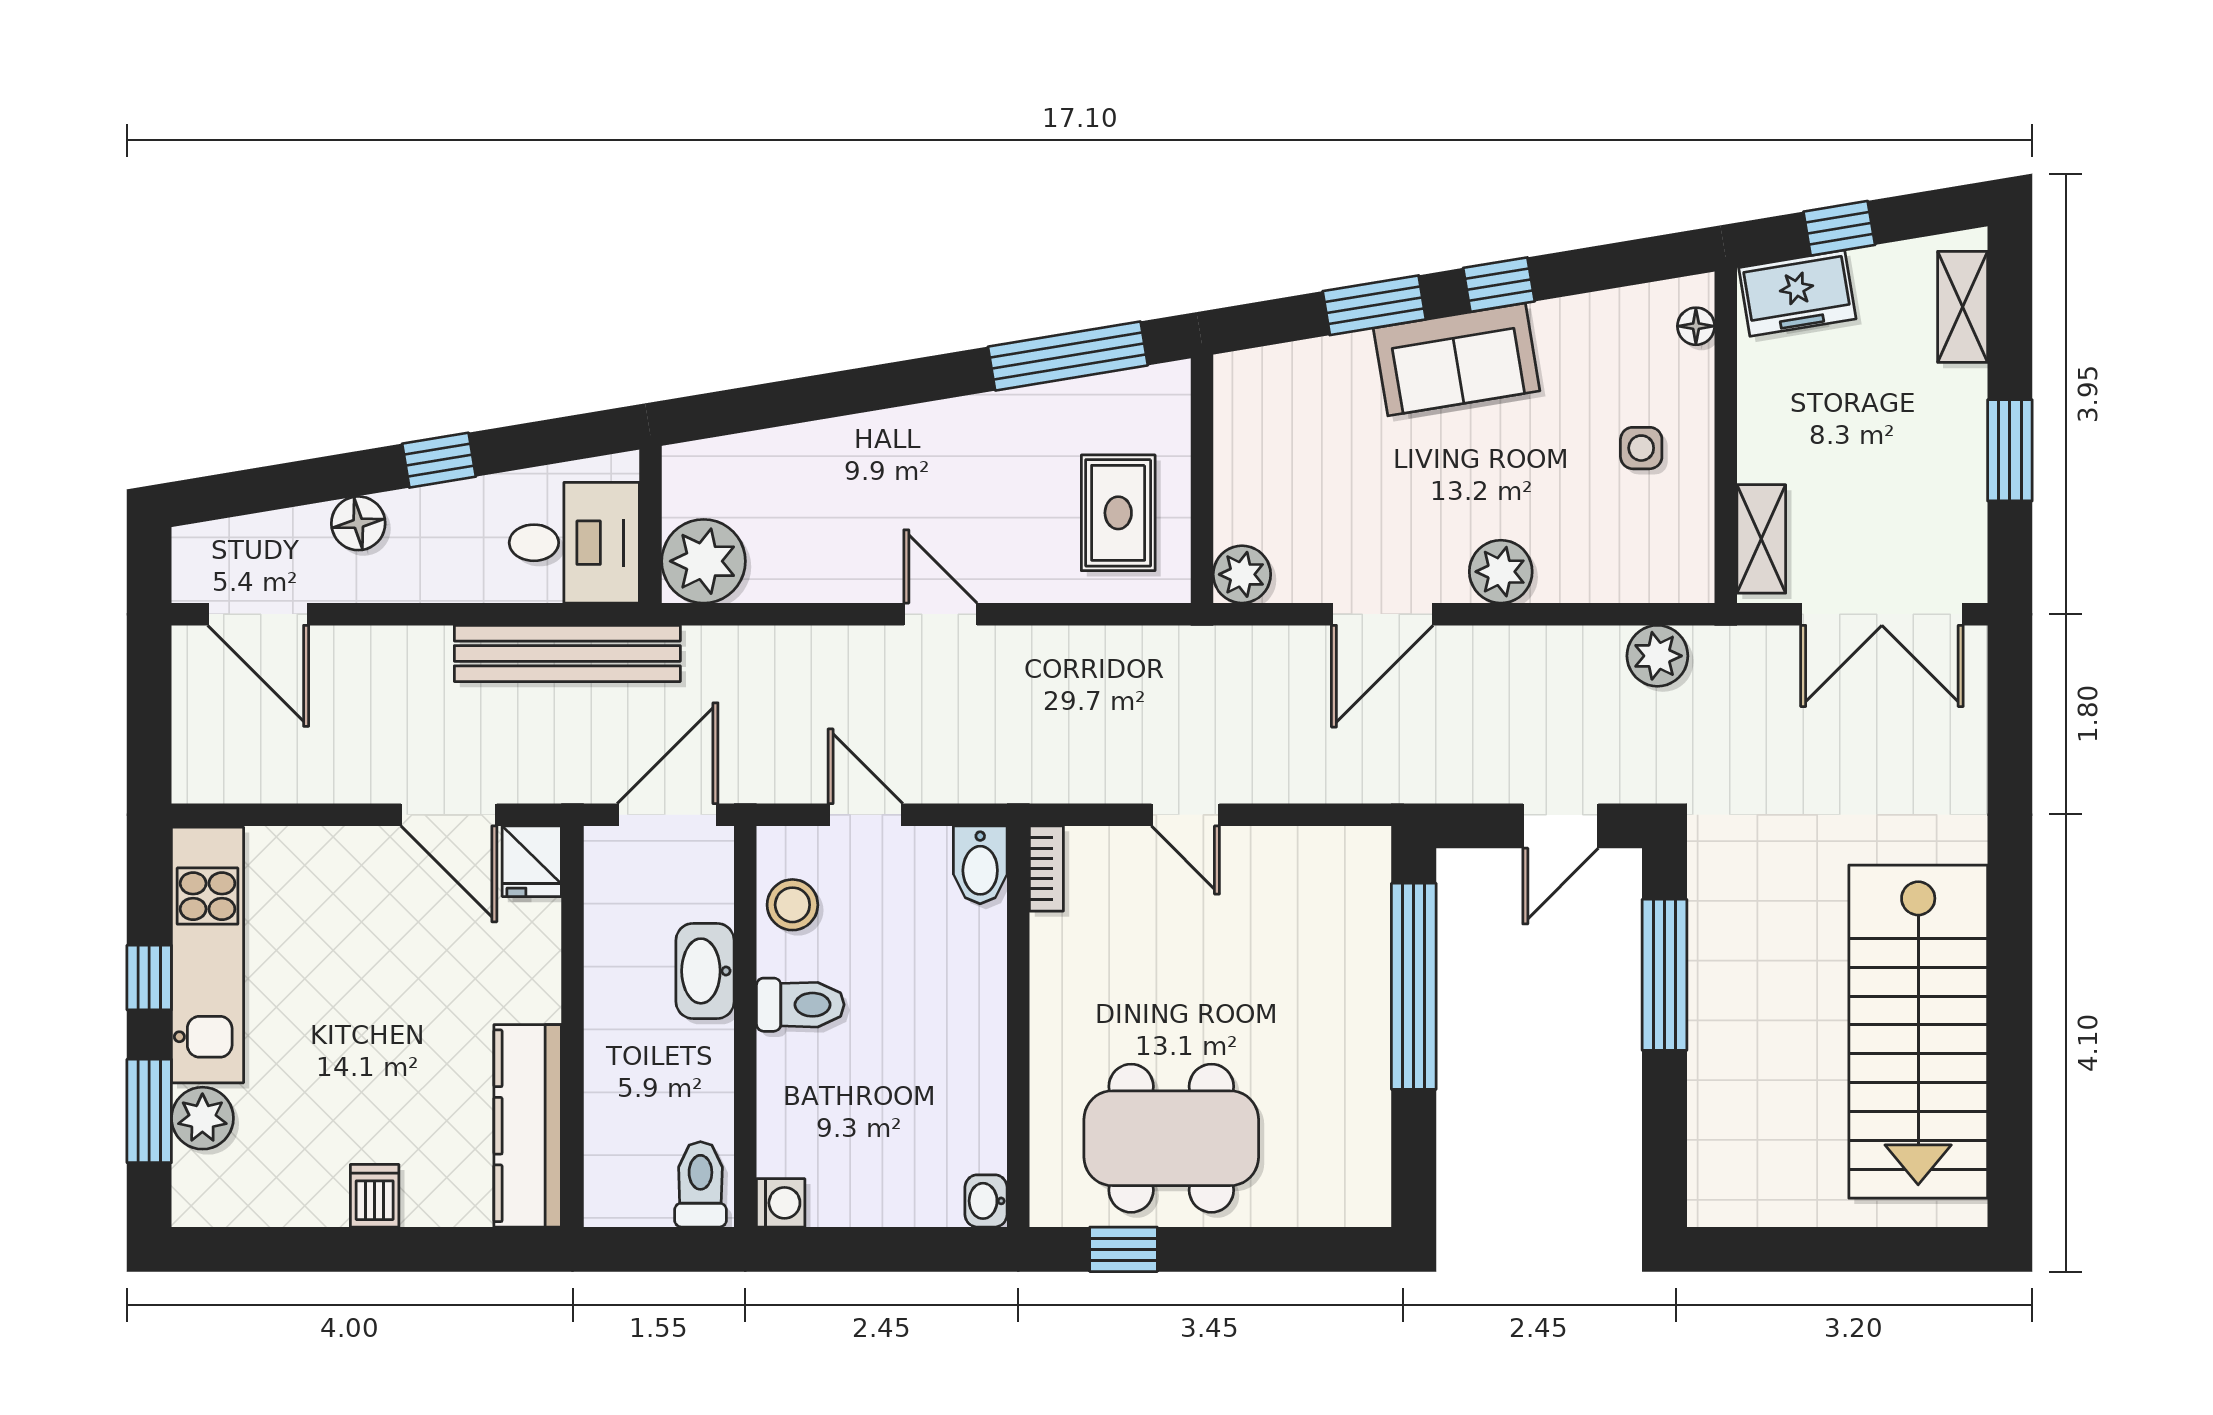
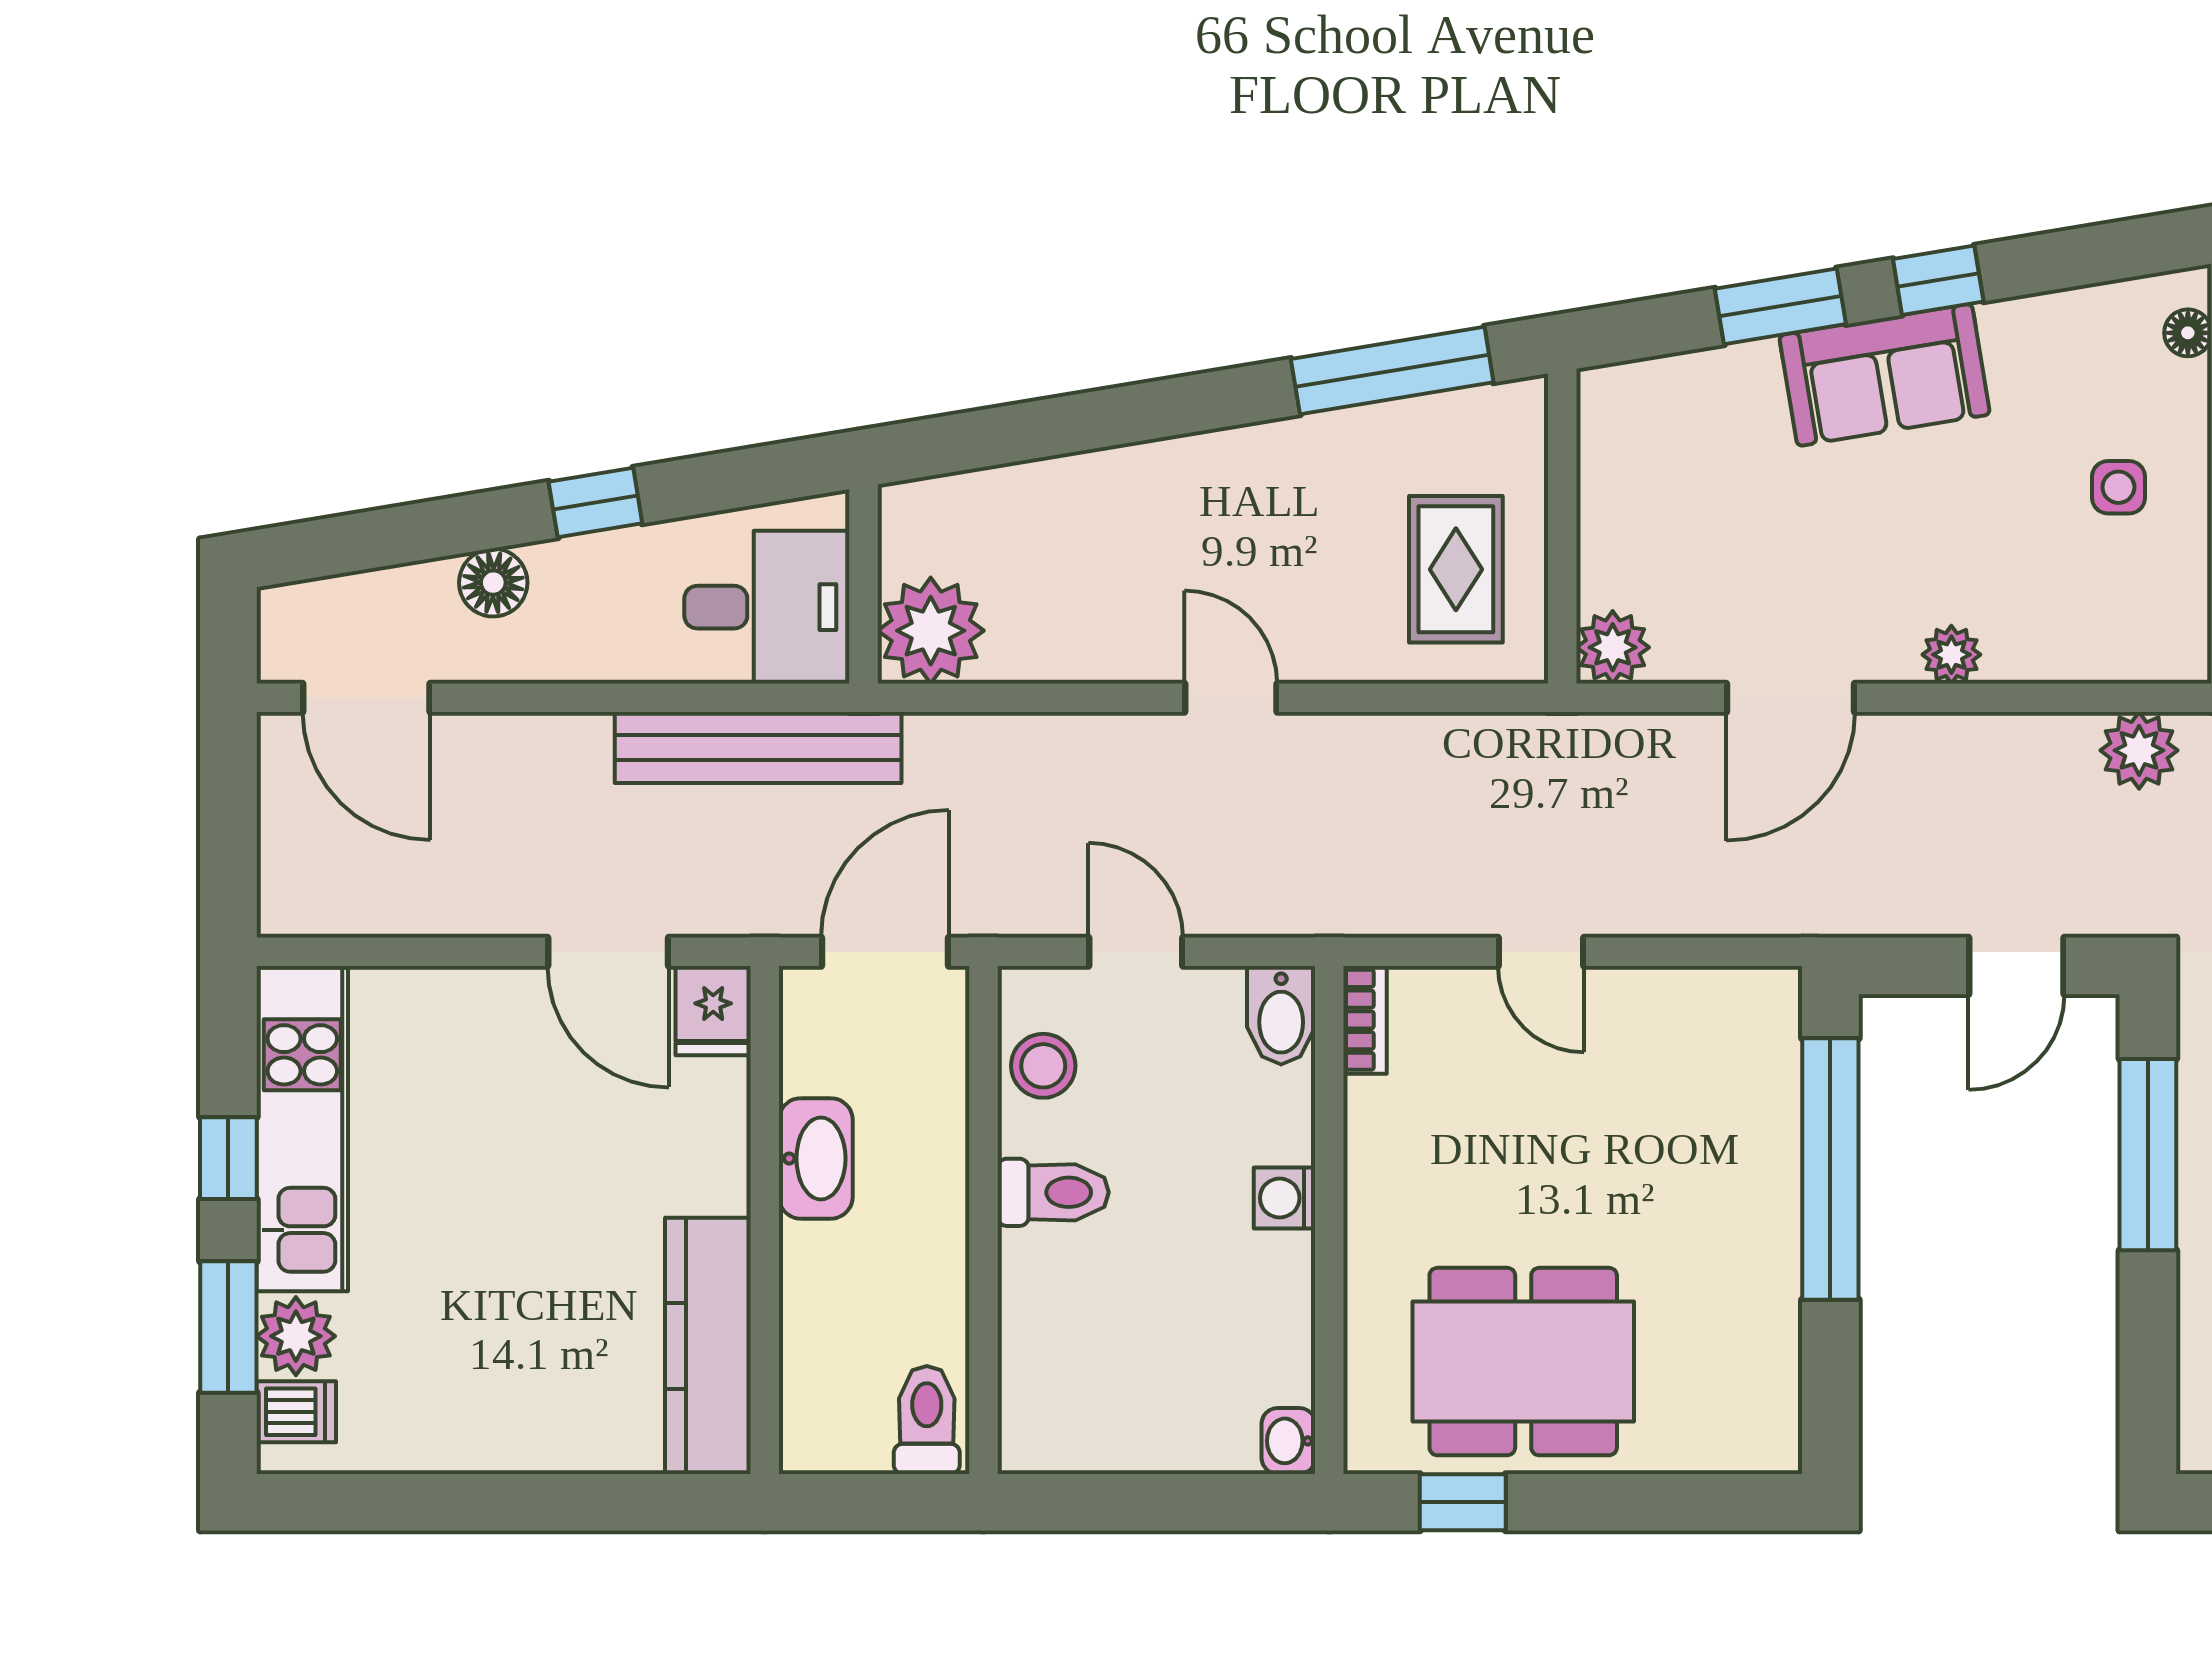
plant: (1501, 572) -> (1951, 655), width x0.73, depth x0.73
washbasin: (705, 971) -> (816, 1158), moved, turned 180
dishwasher: (375, 1196) -> (296, 1412), moved, turned 90
washing machine: (781, 1203) -> (1285, 1198), moved, turned 180

